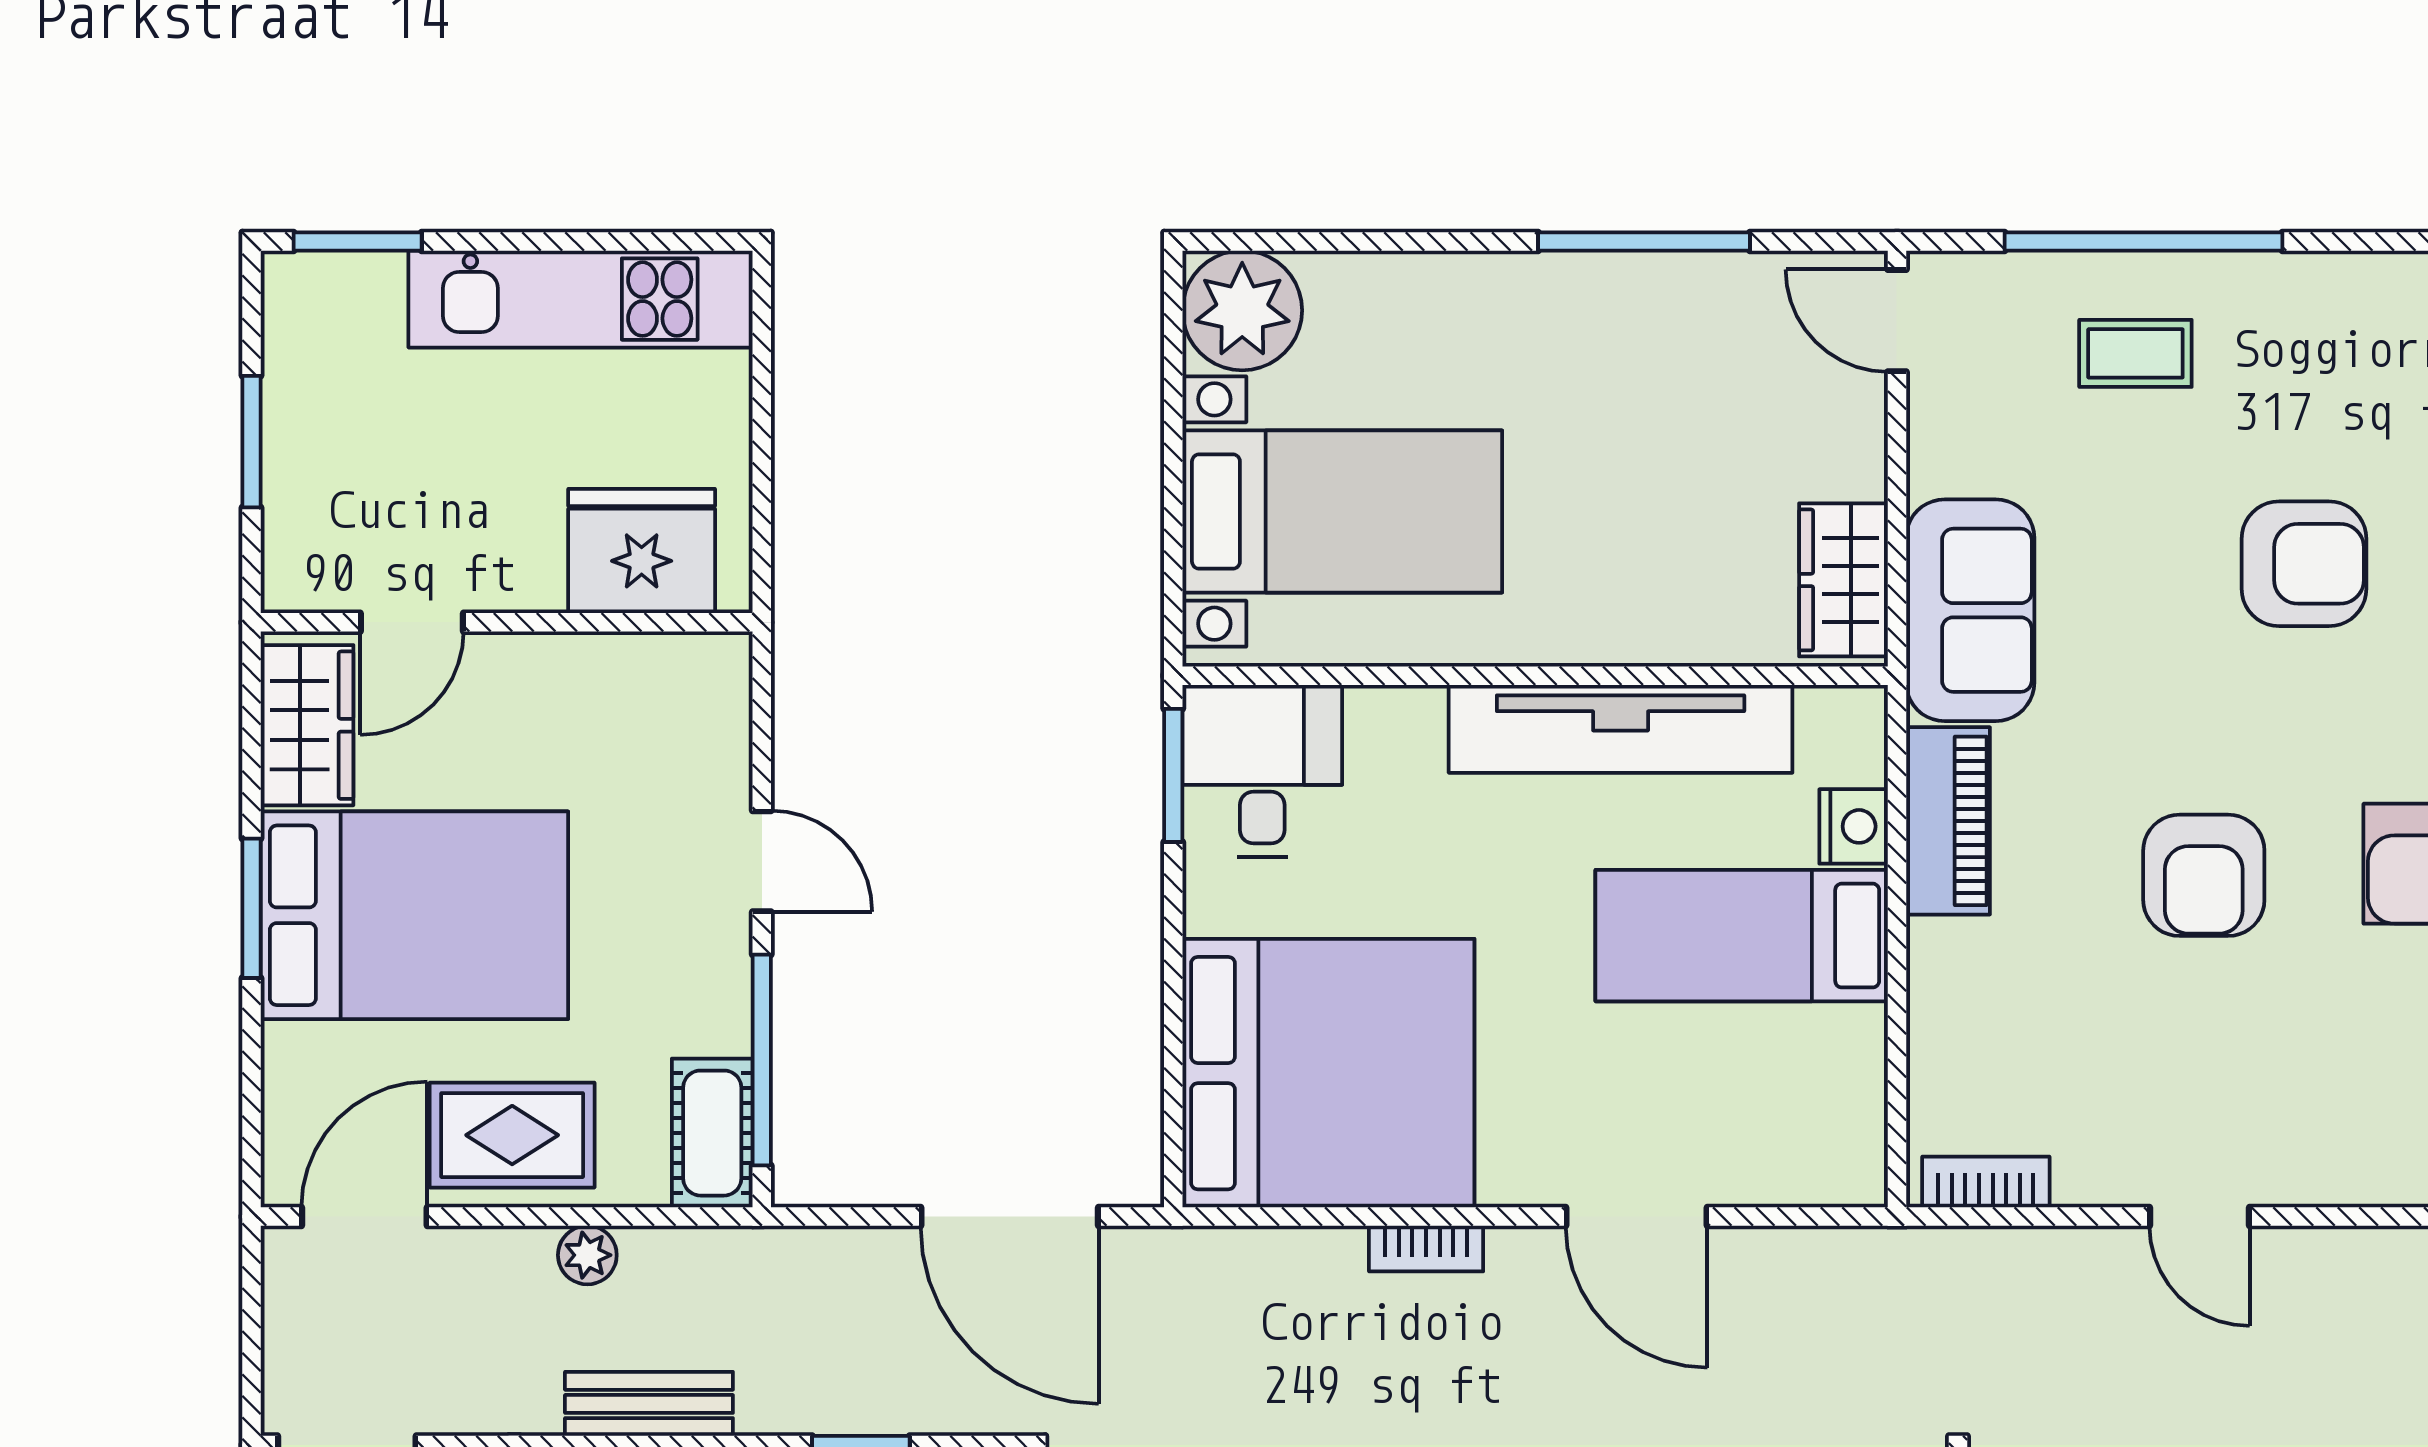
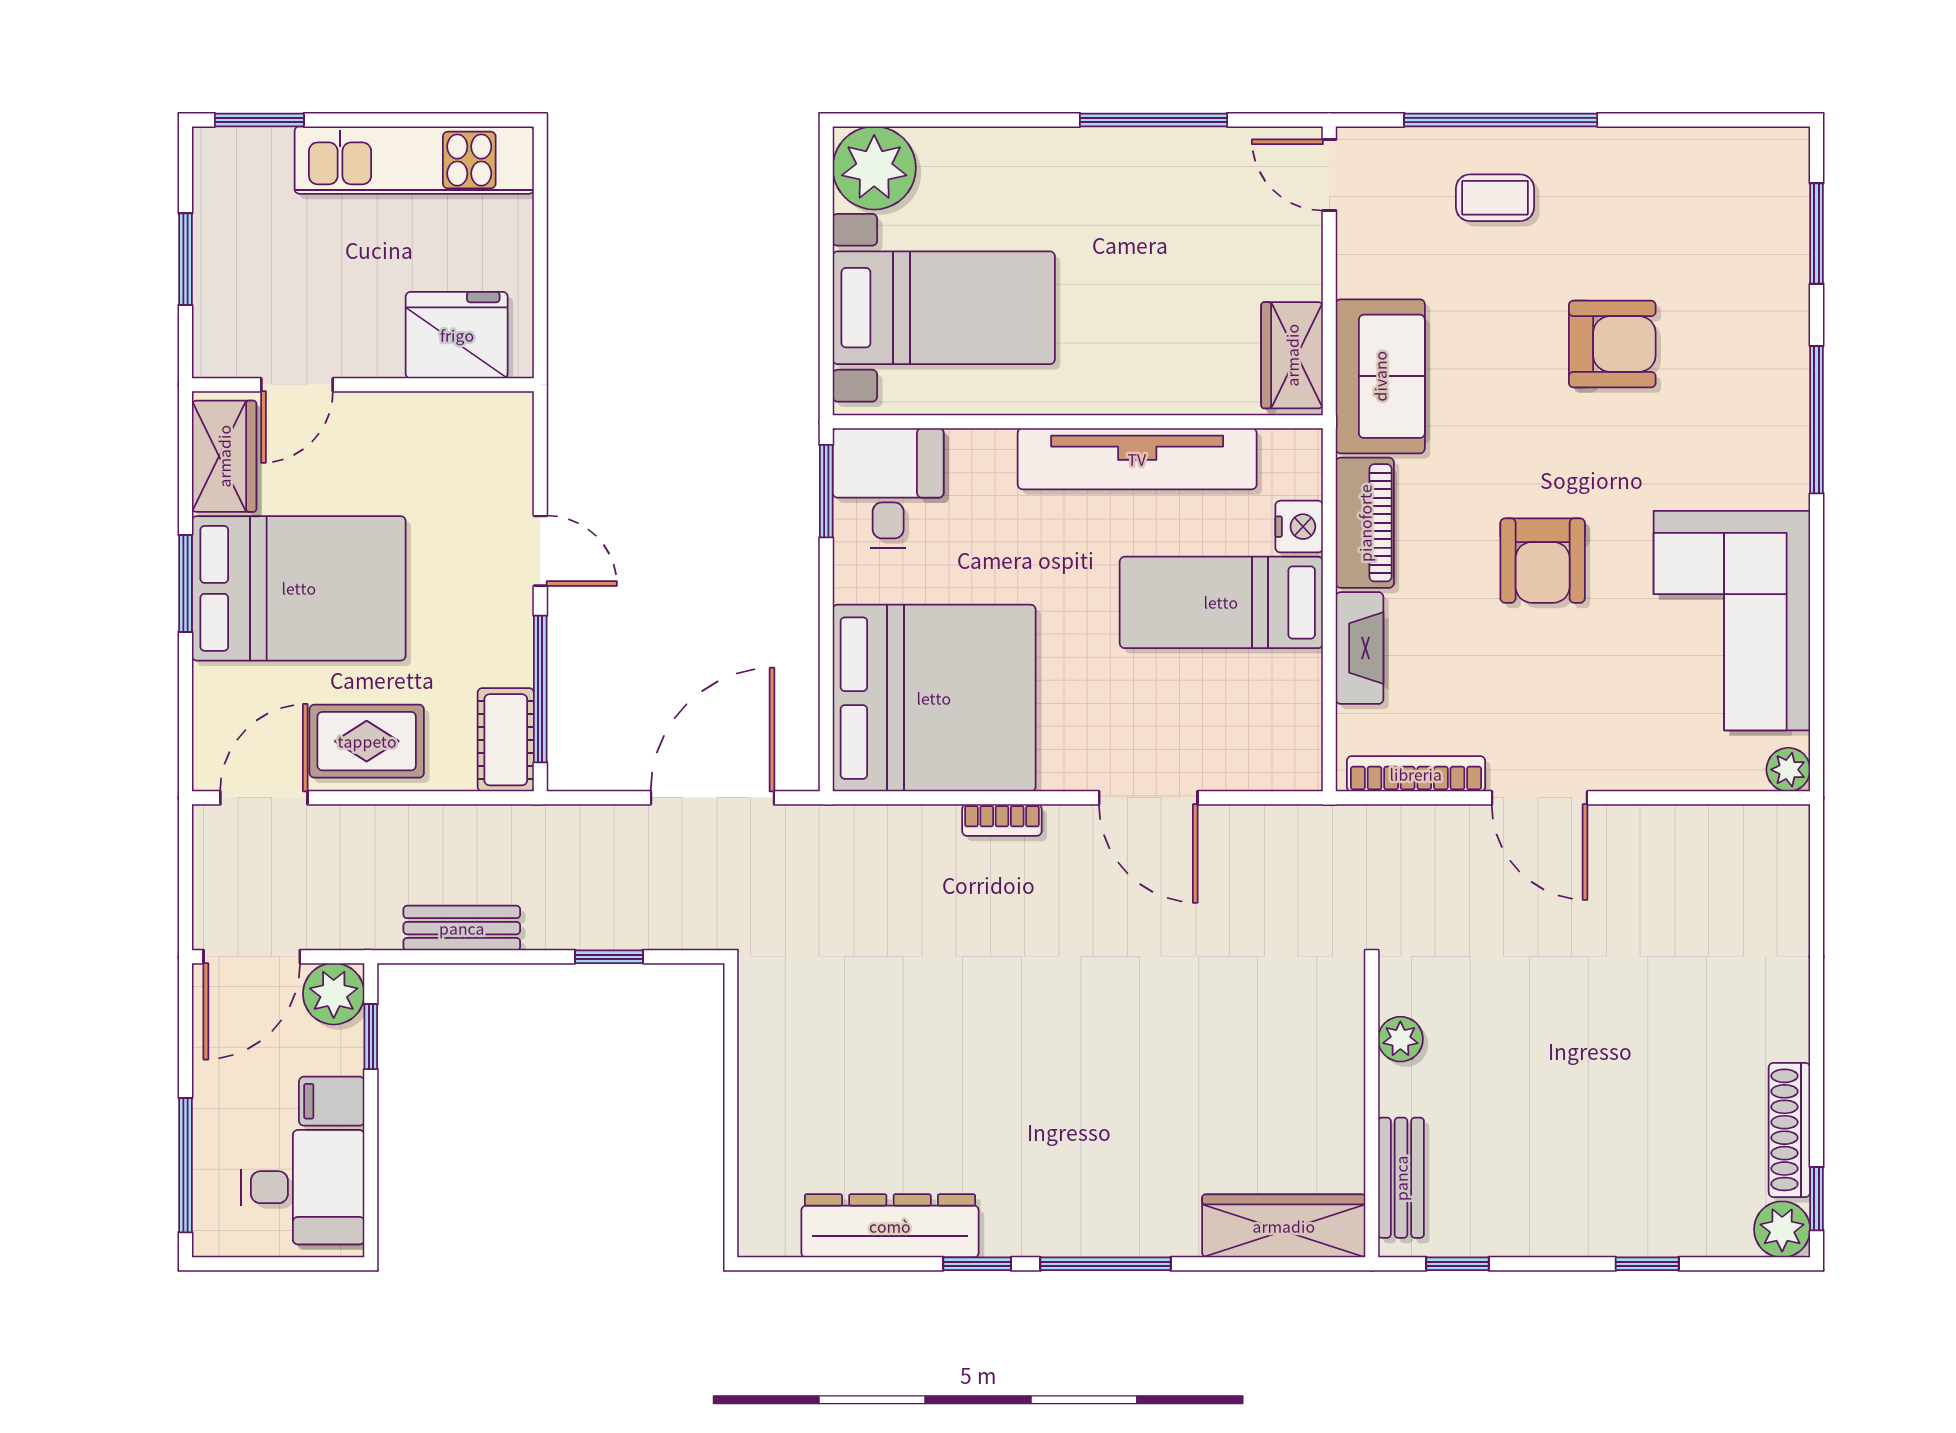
fireplace: (1941, 1001) -> (1360, 648), added
bookcase: (1986, 1182) -> (1416, 774), width x1.56
door: (1010, 1217) -> (712, 798), swing flipped
door: (2199, 1217) -> (1540, 798), width x1.38
plant: (587, 1255) -> (419, 825), removed

